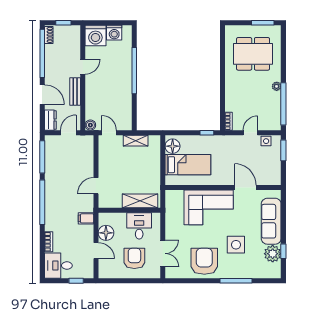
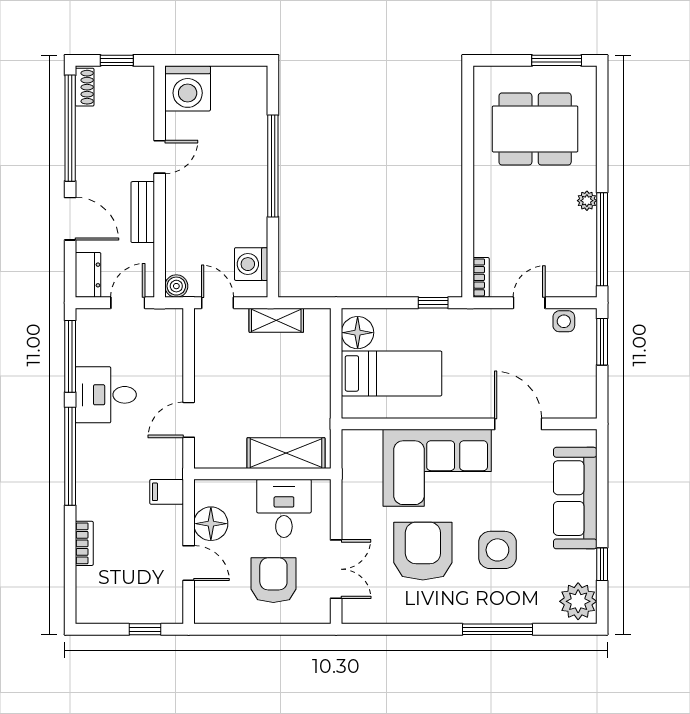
washing machine: (114, 33) -> (251, 264), moved, turned 90
plant: (273, 254) -> (578, 601), moved
armchair: (204, 261) -> (423, 551), moved
desk: (58, 266) -> (106, 395), moved

